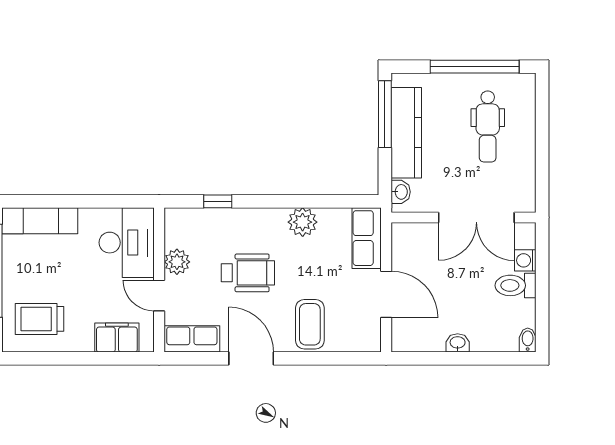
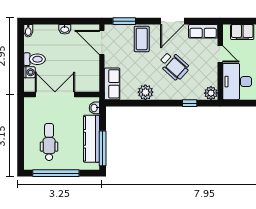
plant: (177, 262) -> (211, 93), moved
wheelchair: (248, 273) -> (174, 66), turned -138
door: (386, 294) -> (102, 43), moved
door: (251, 358) -> (172, 21), hinge flipped
window: (343, 358) -> (124, 21), added

